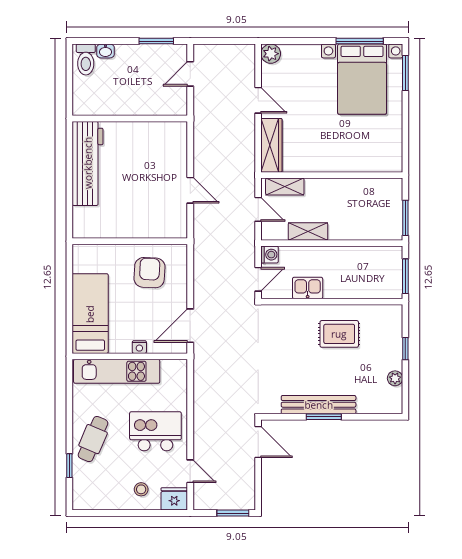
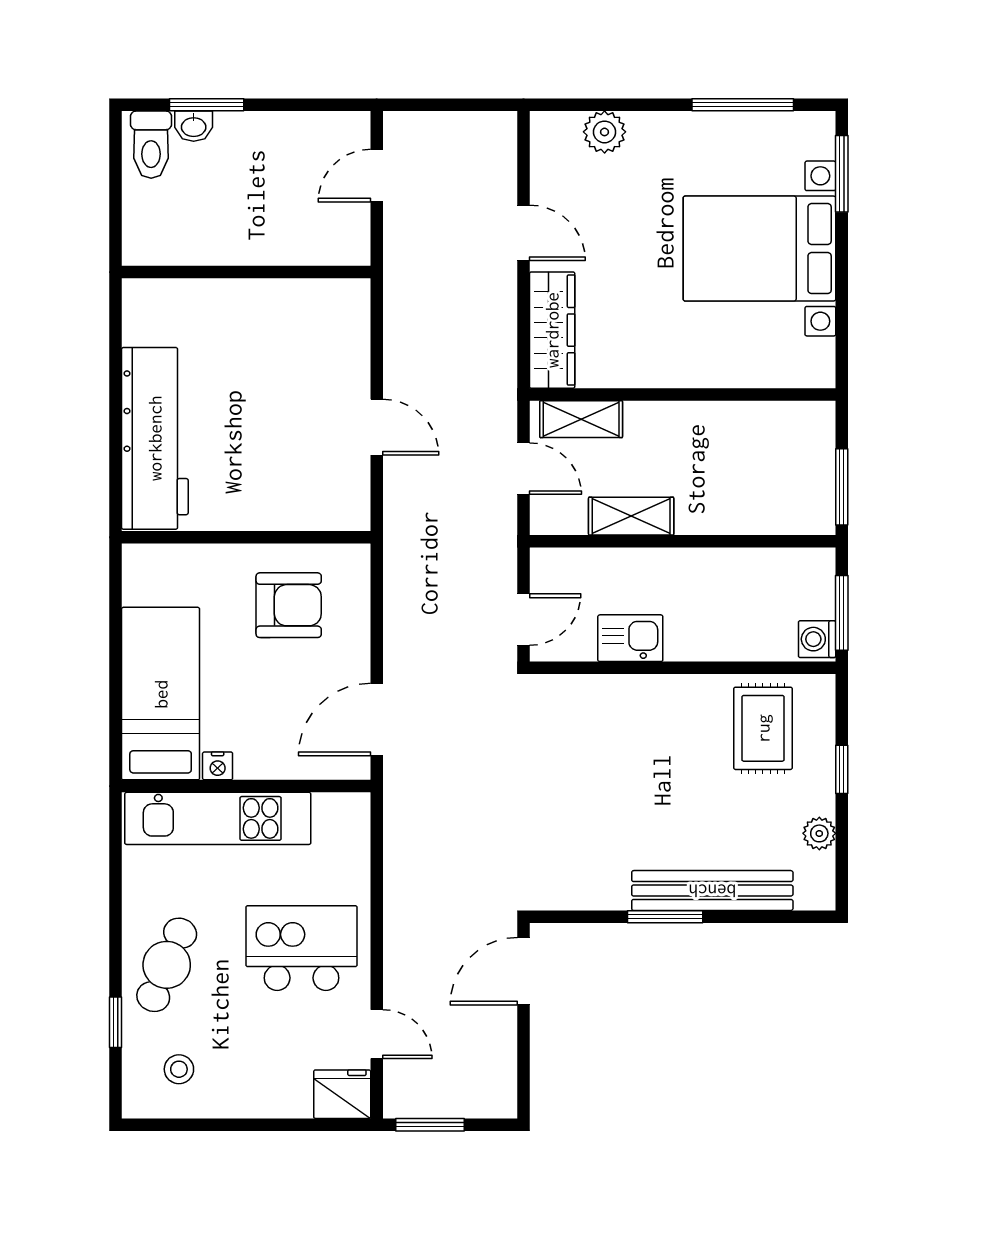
window: (156, 41) -> (207, 105), moved
plant: (271, 54) -> (605, 132), moved
bed with nightstands: (362, 79) -> (759, 249), moved, turned 90
workbench: (88, 163) -> (155, 438), moved
washing machine: (270, 255) -> (817, 639), moved, turned 180
armchair: (149, 273) -> (289, 605), turned 87
rug: (339, 334) -> (763, 728), moved, turned 90
nightstand: (139, 347) -> (218, 766), moved
bench: (319, 405) -> (712, 891), moved
door: (258, 442) -> (524, 971), swing flipped
stool: (141, 489) -> (179, 1069), moved
window: (233, 513) -> (430, 1125), moved

